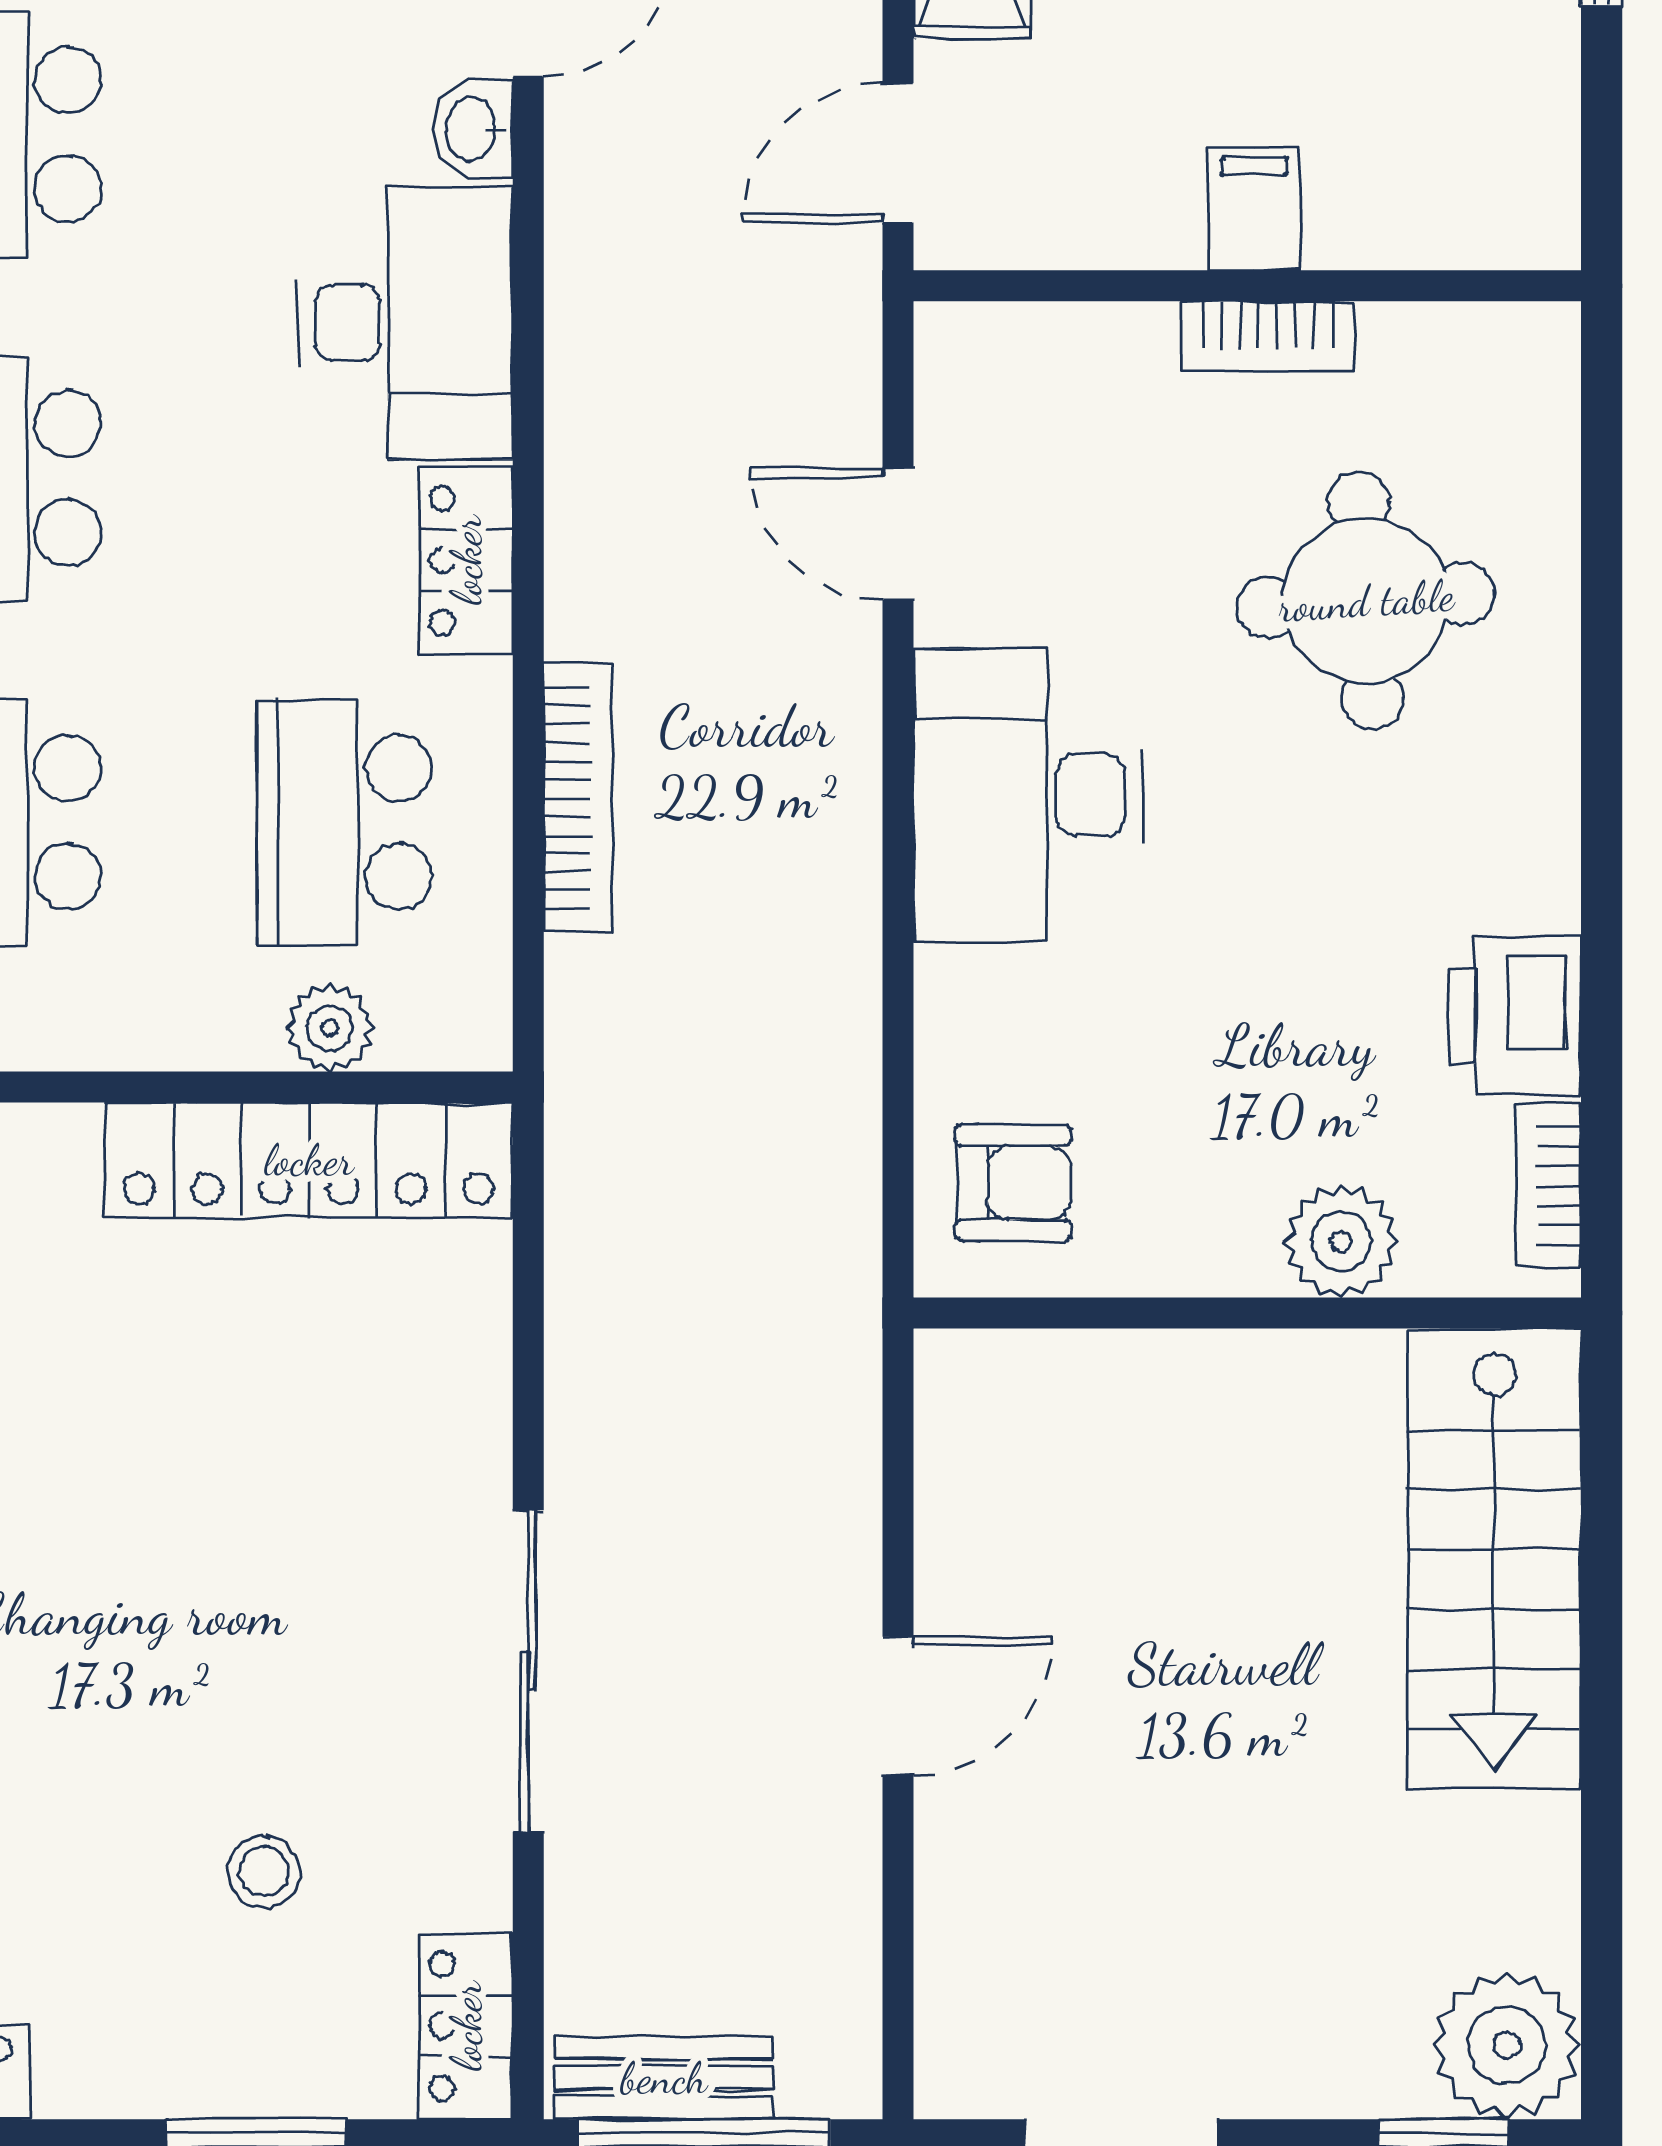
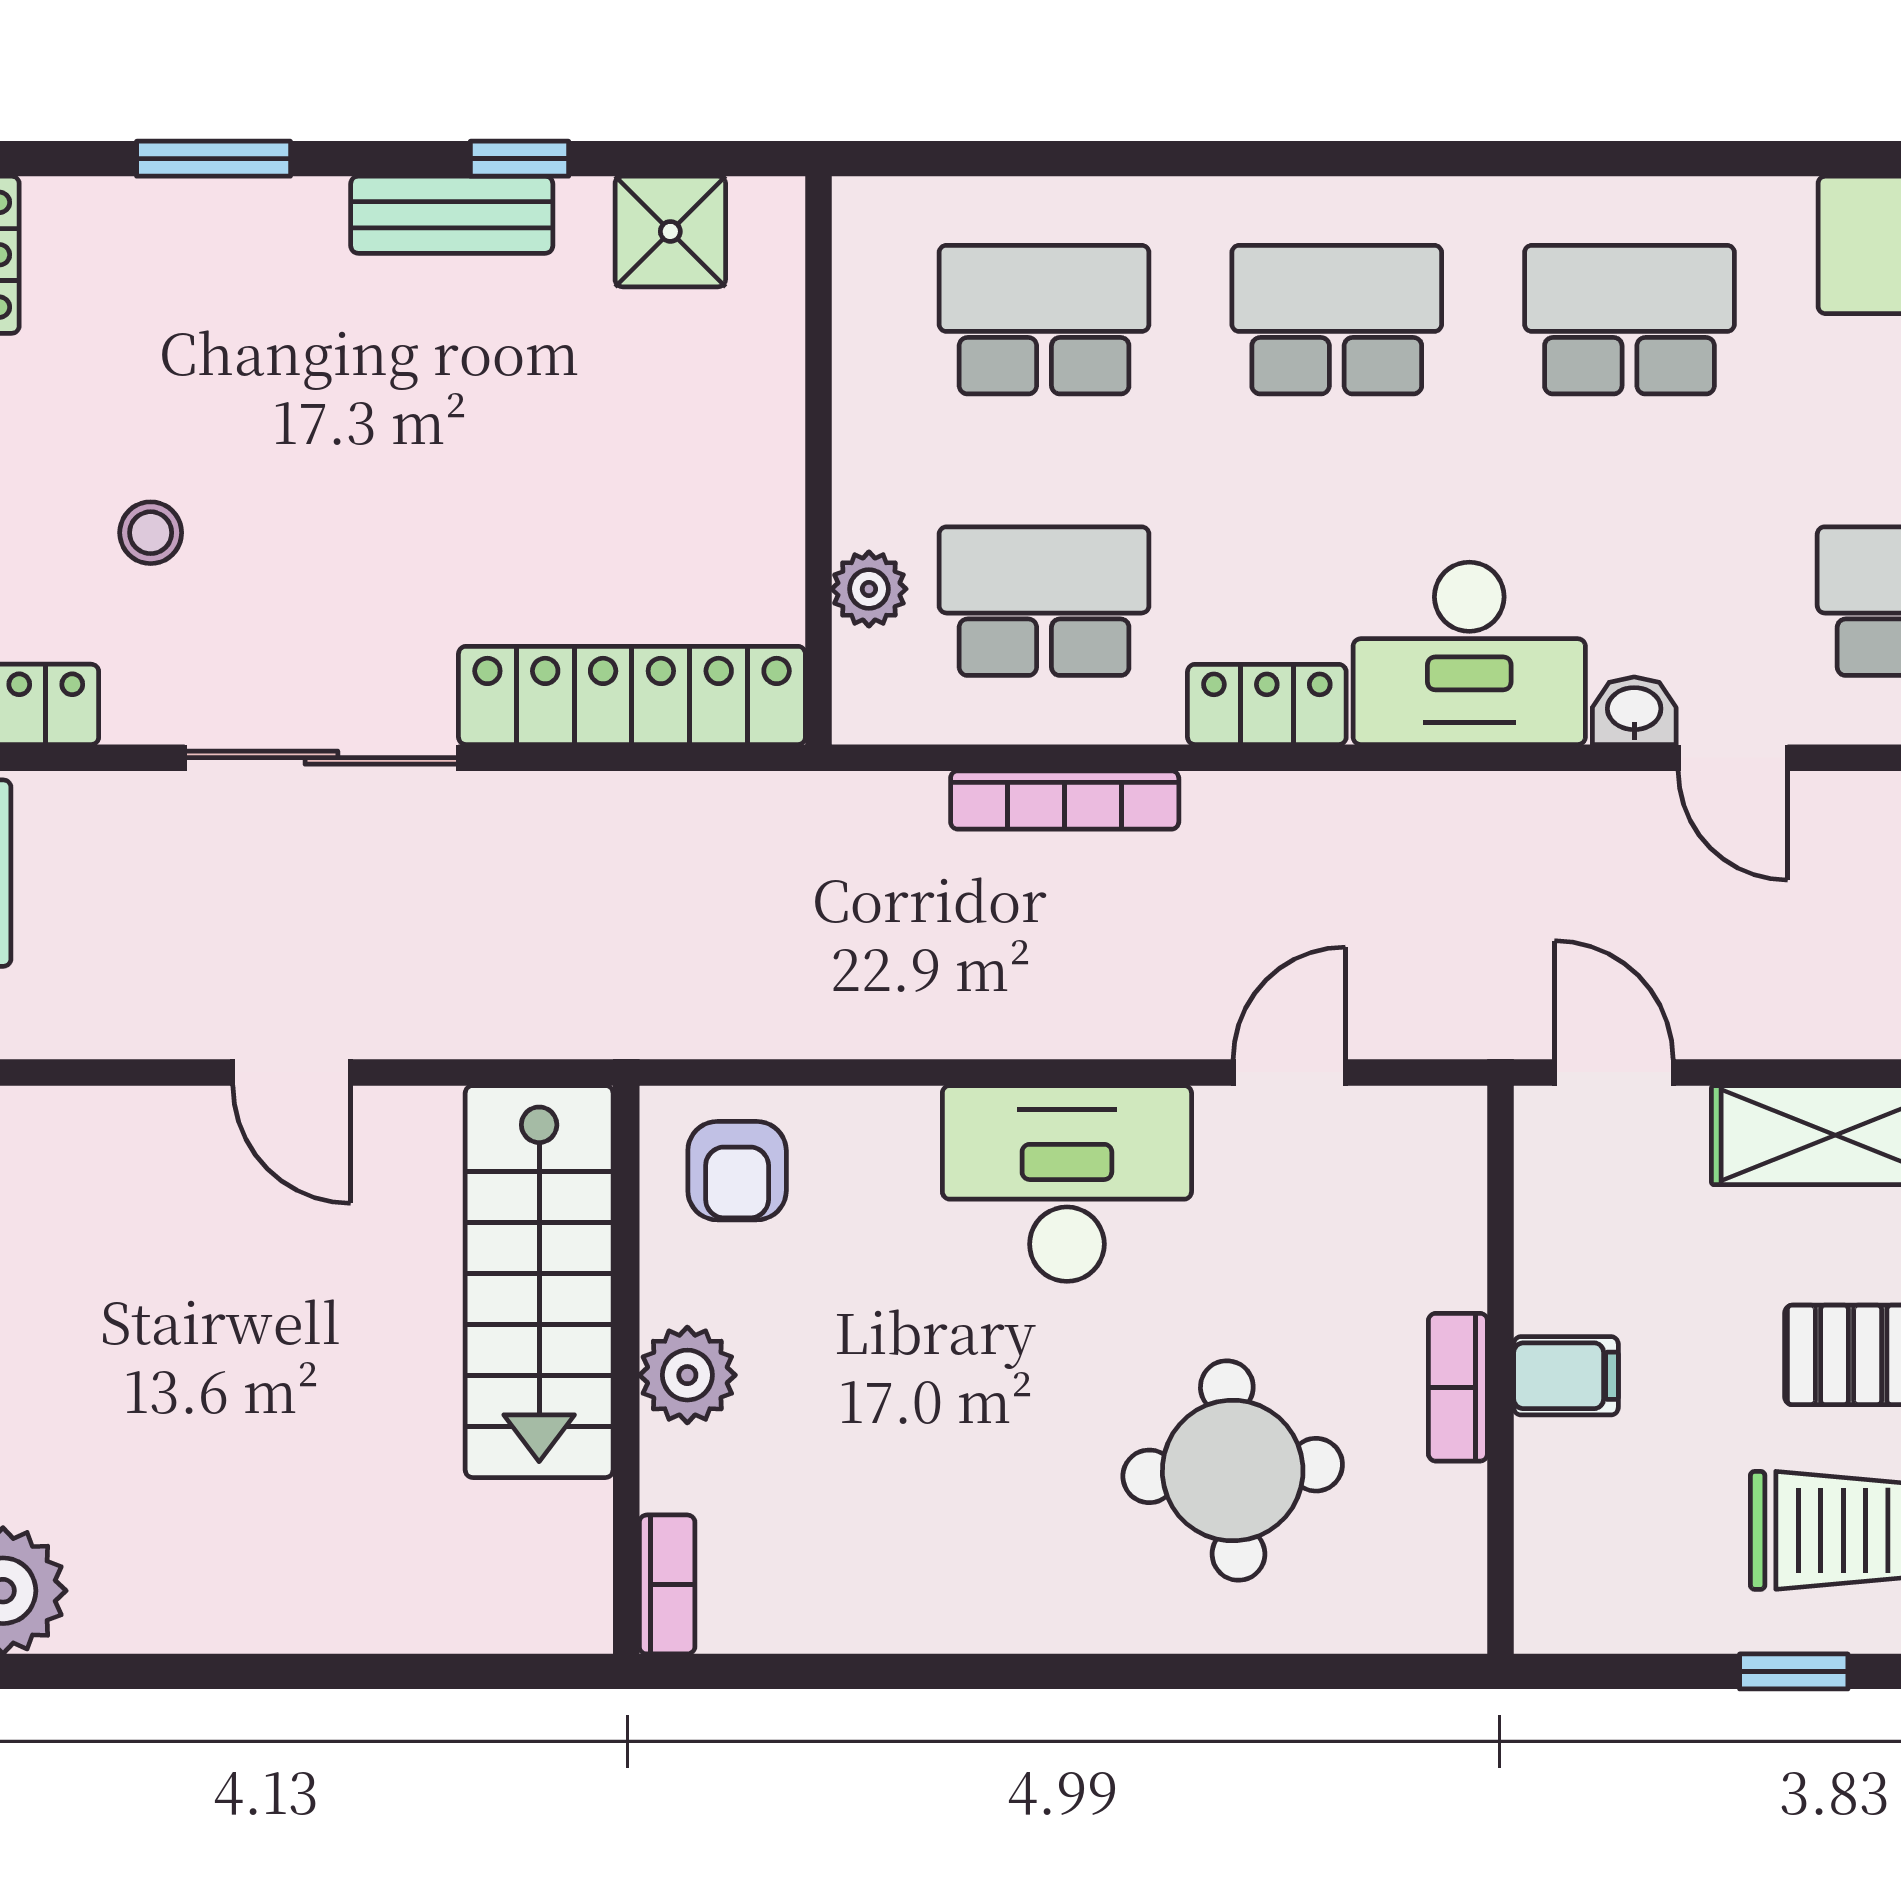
printer: (1515, 1016) -> (879, 1598), removed
locker: (309, 1160) -> (632, 695), moved, turned 90
bookcase: (1548, 1186) -> (667, 1584), moved, turned 90
plant: (1341, 1241) -> (687, 1375), moved
stairs: (1494, 1559) -> (539, 1282), moved, turned -90

